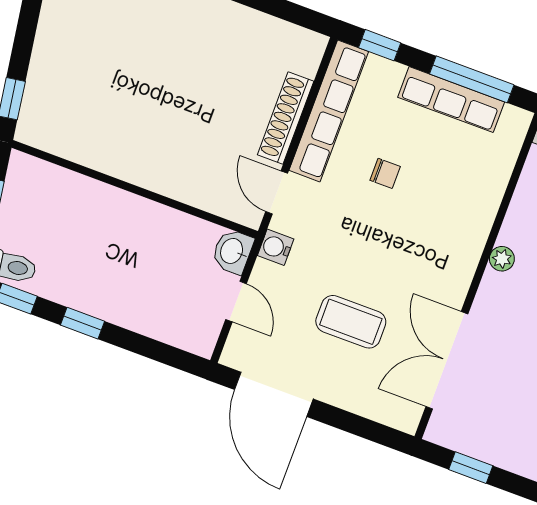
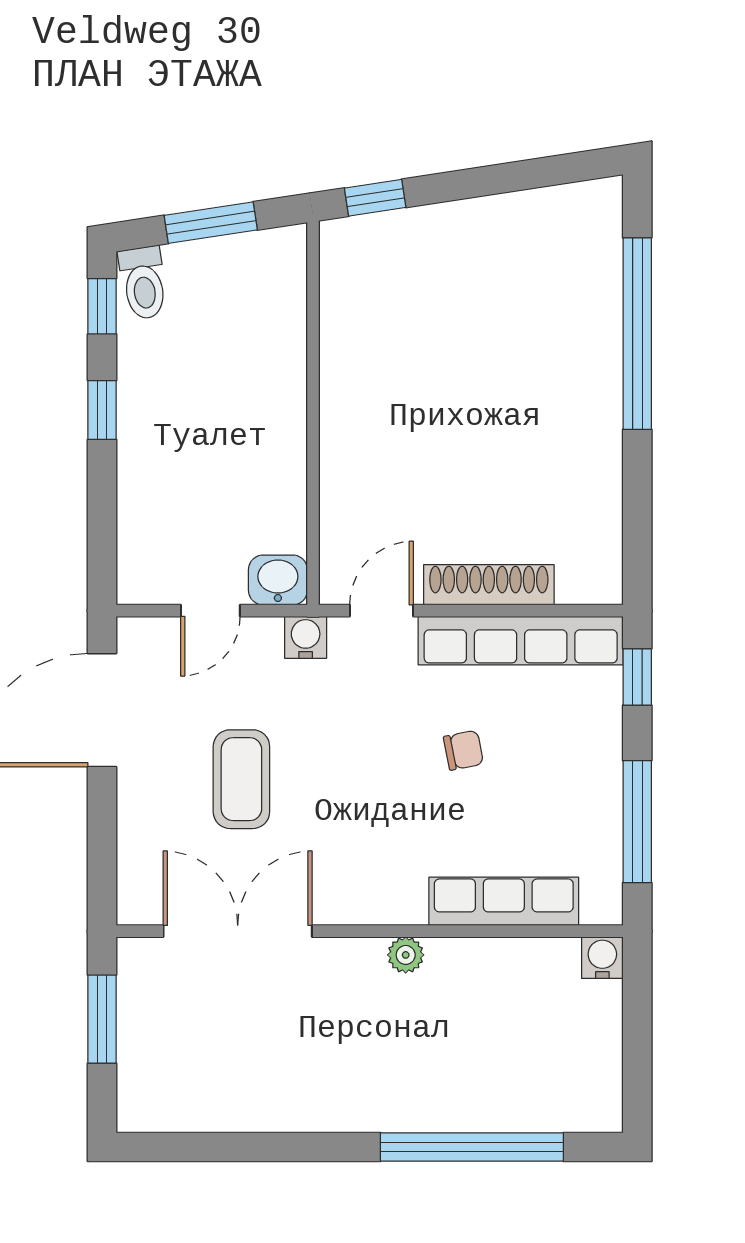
row of seats: (451, 100) -> (504, 901), moved, turned 90
chair: (385, 173) -> (463, 750), turned -101
window: (471, 468) -> (102, 1019), width x1.50

